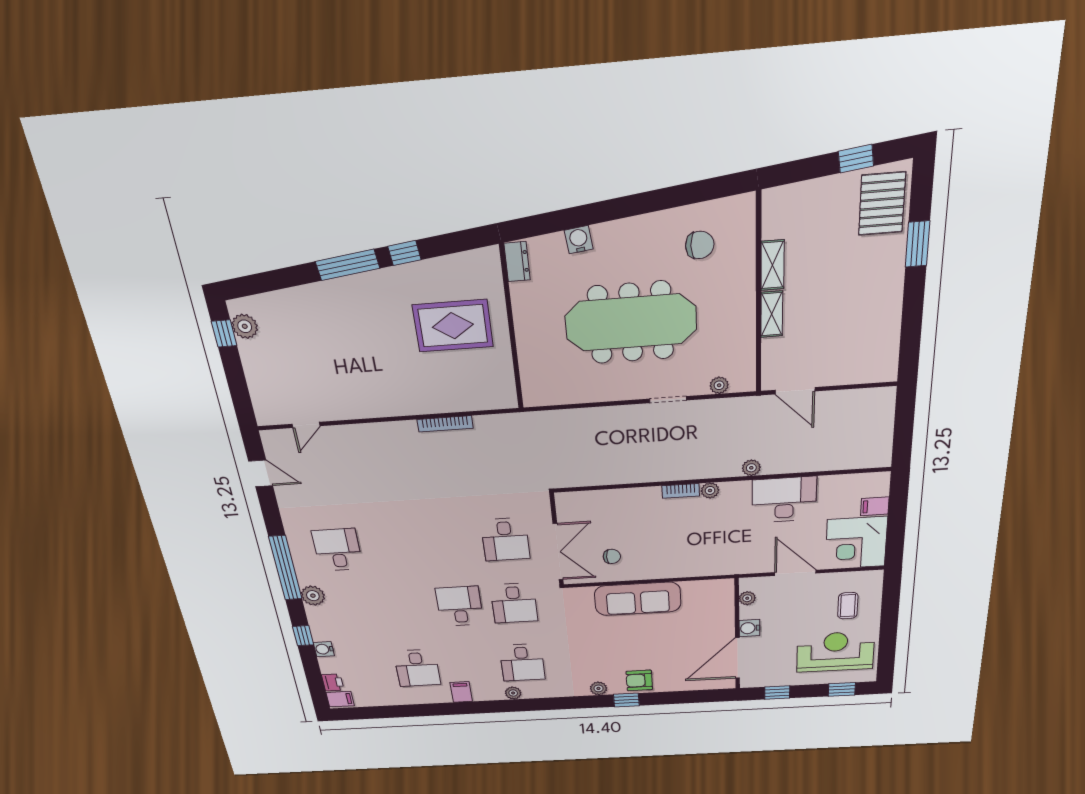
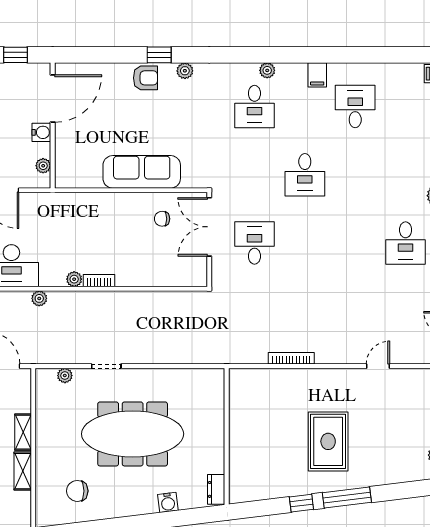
rug: (453, 326) -> (328, 441), moved, turned 90
door: (306, 425) -> (378, 366), moved
desk: (514, 603) -> (254, 175), removed
desk: (522, 663) -> (254, 106), turned 180

